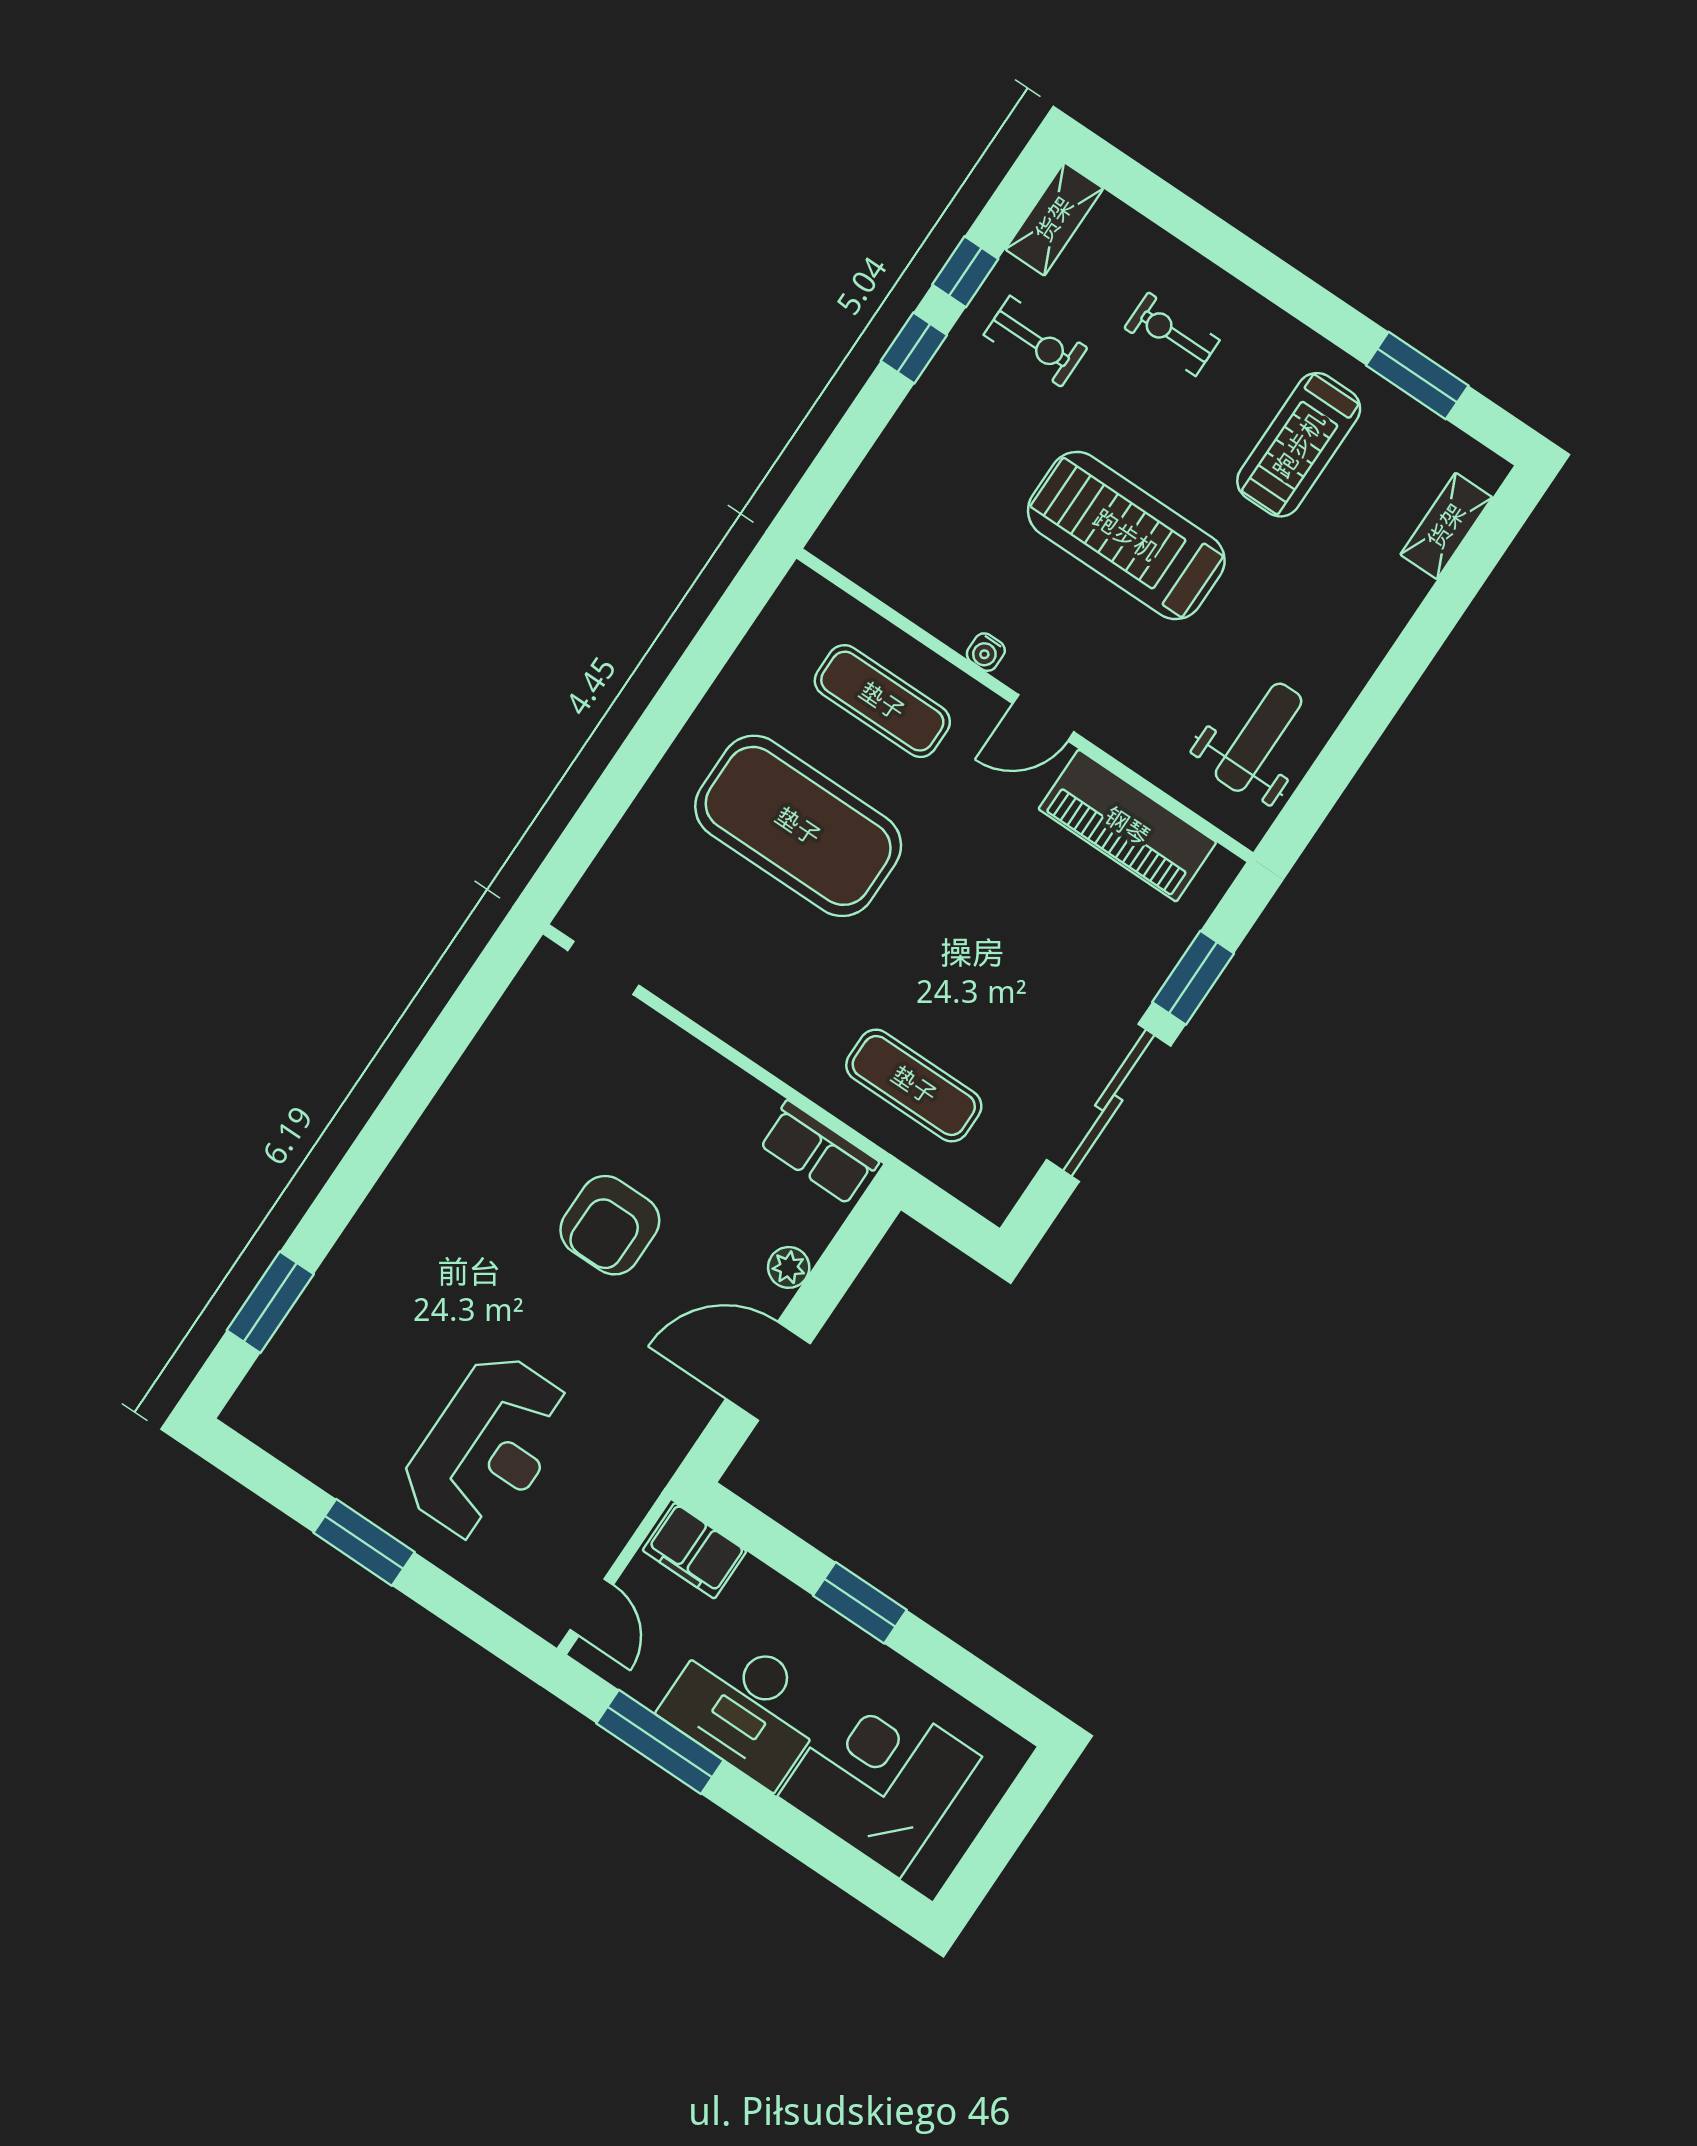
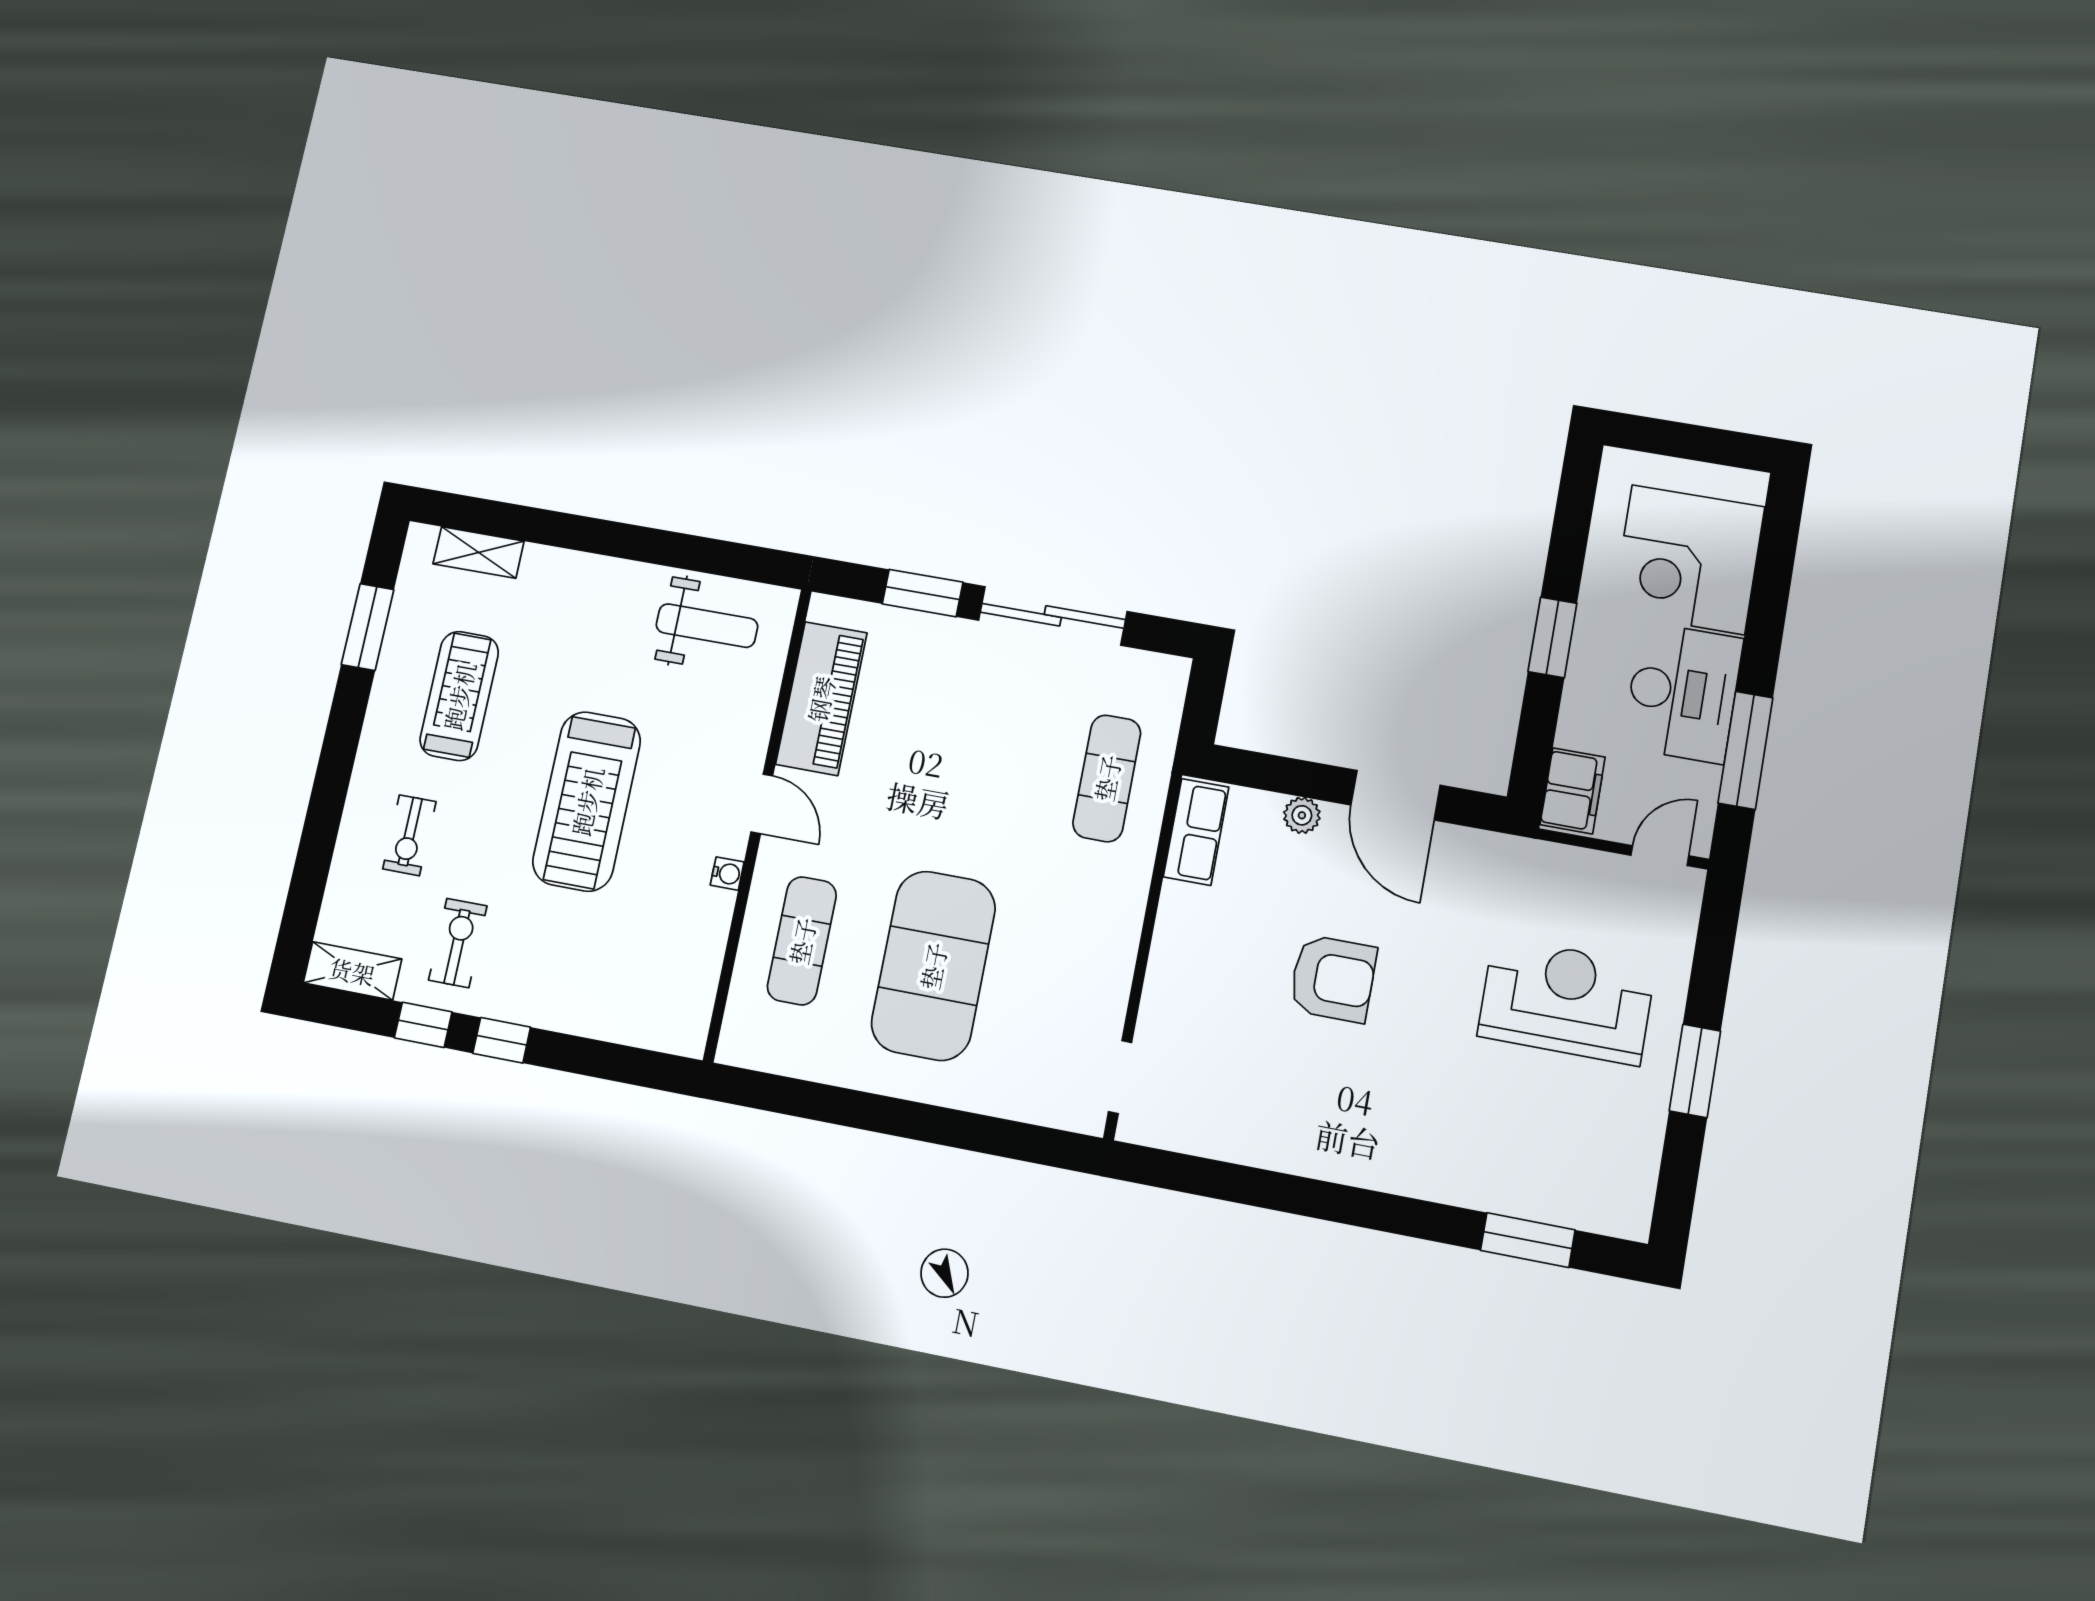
treadmill: (1299, 445) -> (459, 696), turned -90
weight bench: (1259, 737) -> (707, 626), turned 180

